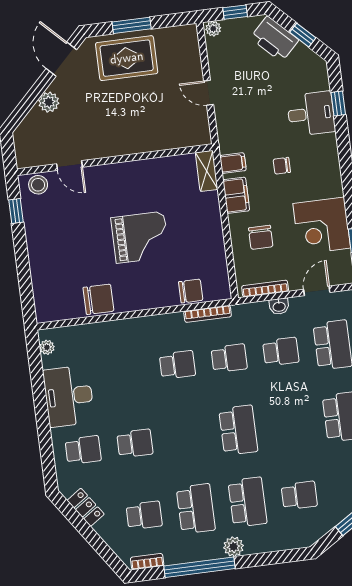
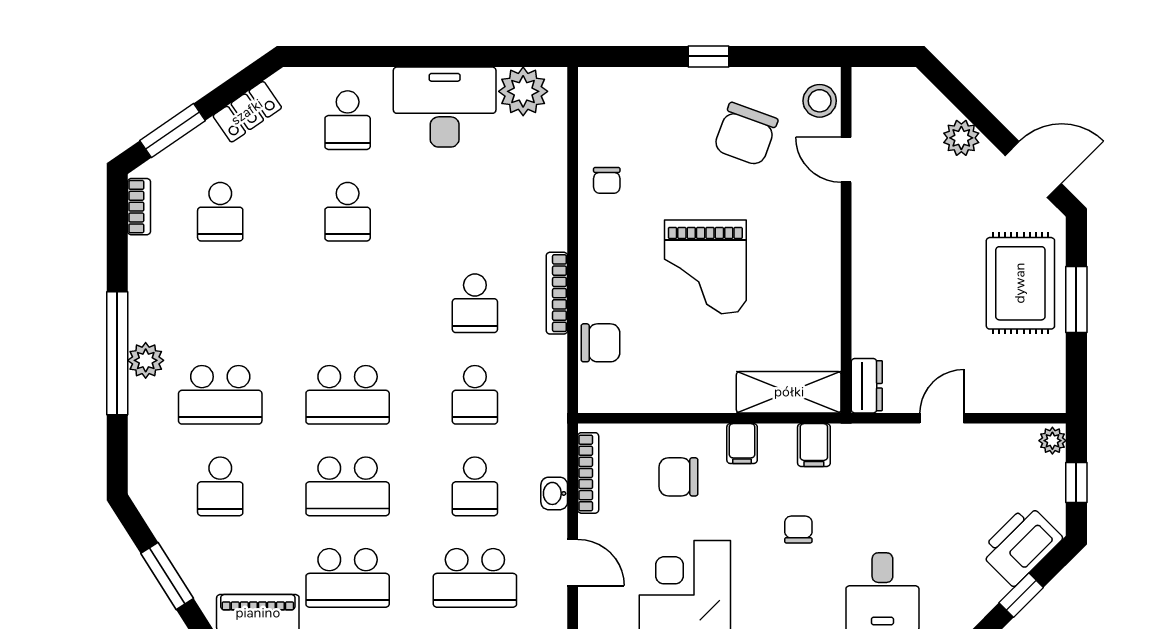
dresser: (196, 138) -> (867, 386), added
door: (69, 166) -> (846, 160), hinge flipped
shelving: (207, 171) -> (789, 392), width x1.50, depth x1.33
filing cabinet: (236, 195) -> (742, 444), width x0.50
window: (16, 211) -> (709, 56), moved
chair: (62, 224) -> (746, 134), added
chair: (191, 291) -> (601, 343), turned -90
chair: (98, 299) -> (607, 180), width x0.54, depth x0.54
bookcase: (208, 314) -> (557, 293), moved
plant: (47, 347) -> (523, 91), width x1.87, depth x1.87
school desk: (196, 509) -> (348, 486), moved
window: (102, 548) -> (172, 131), added
window: (200, 567) -> (117, 353), moved

